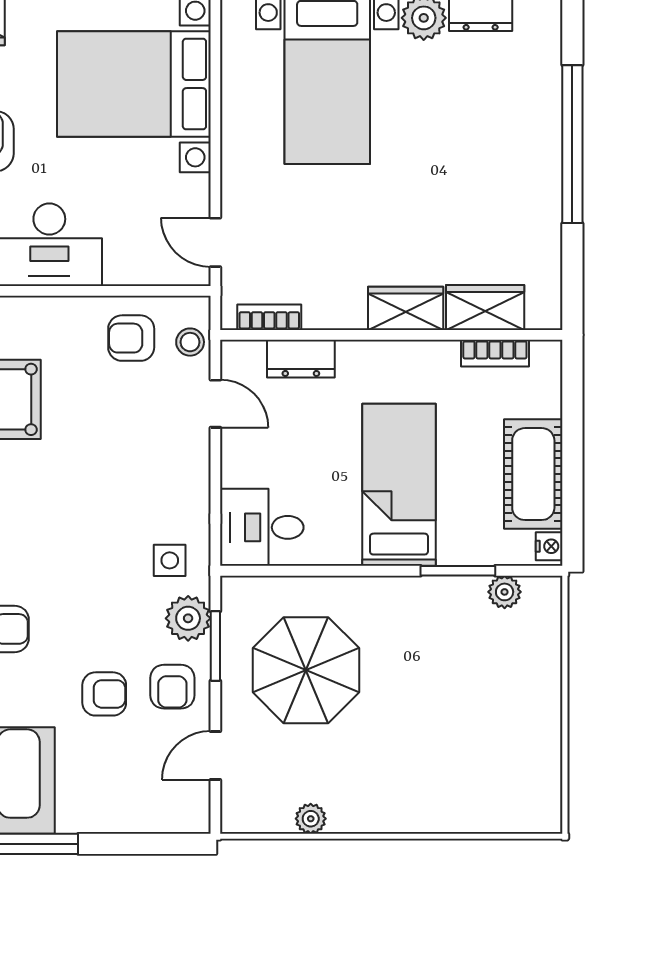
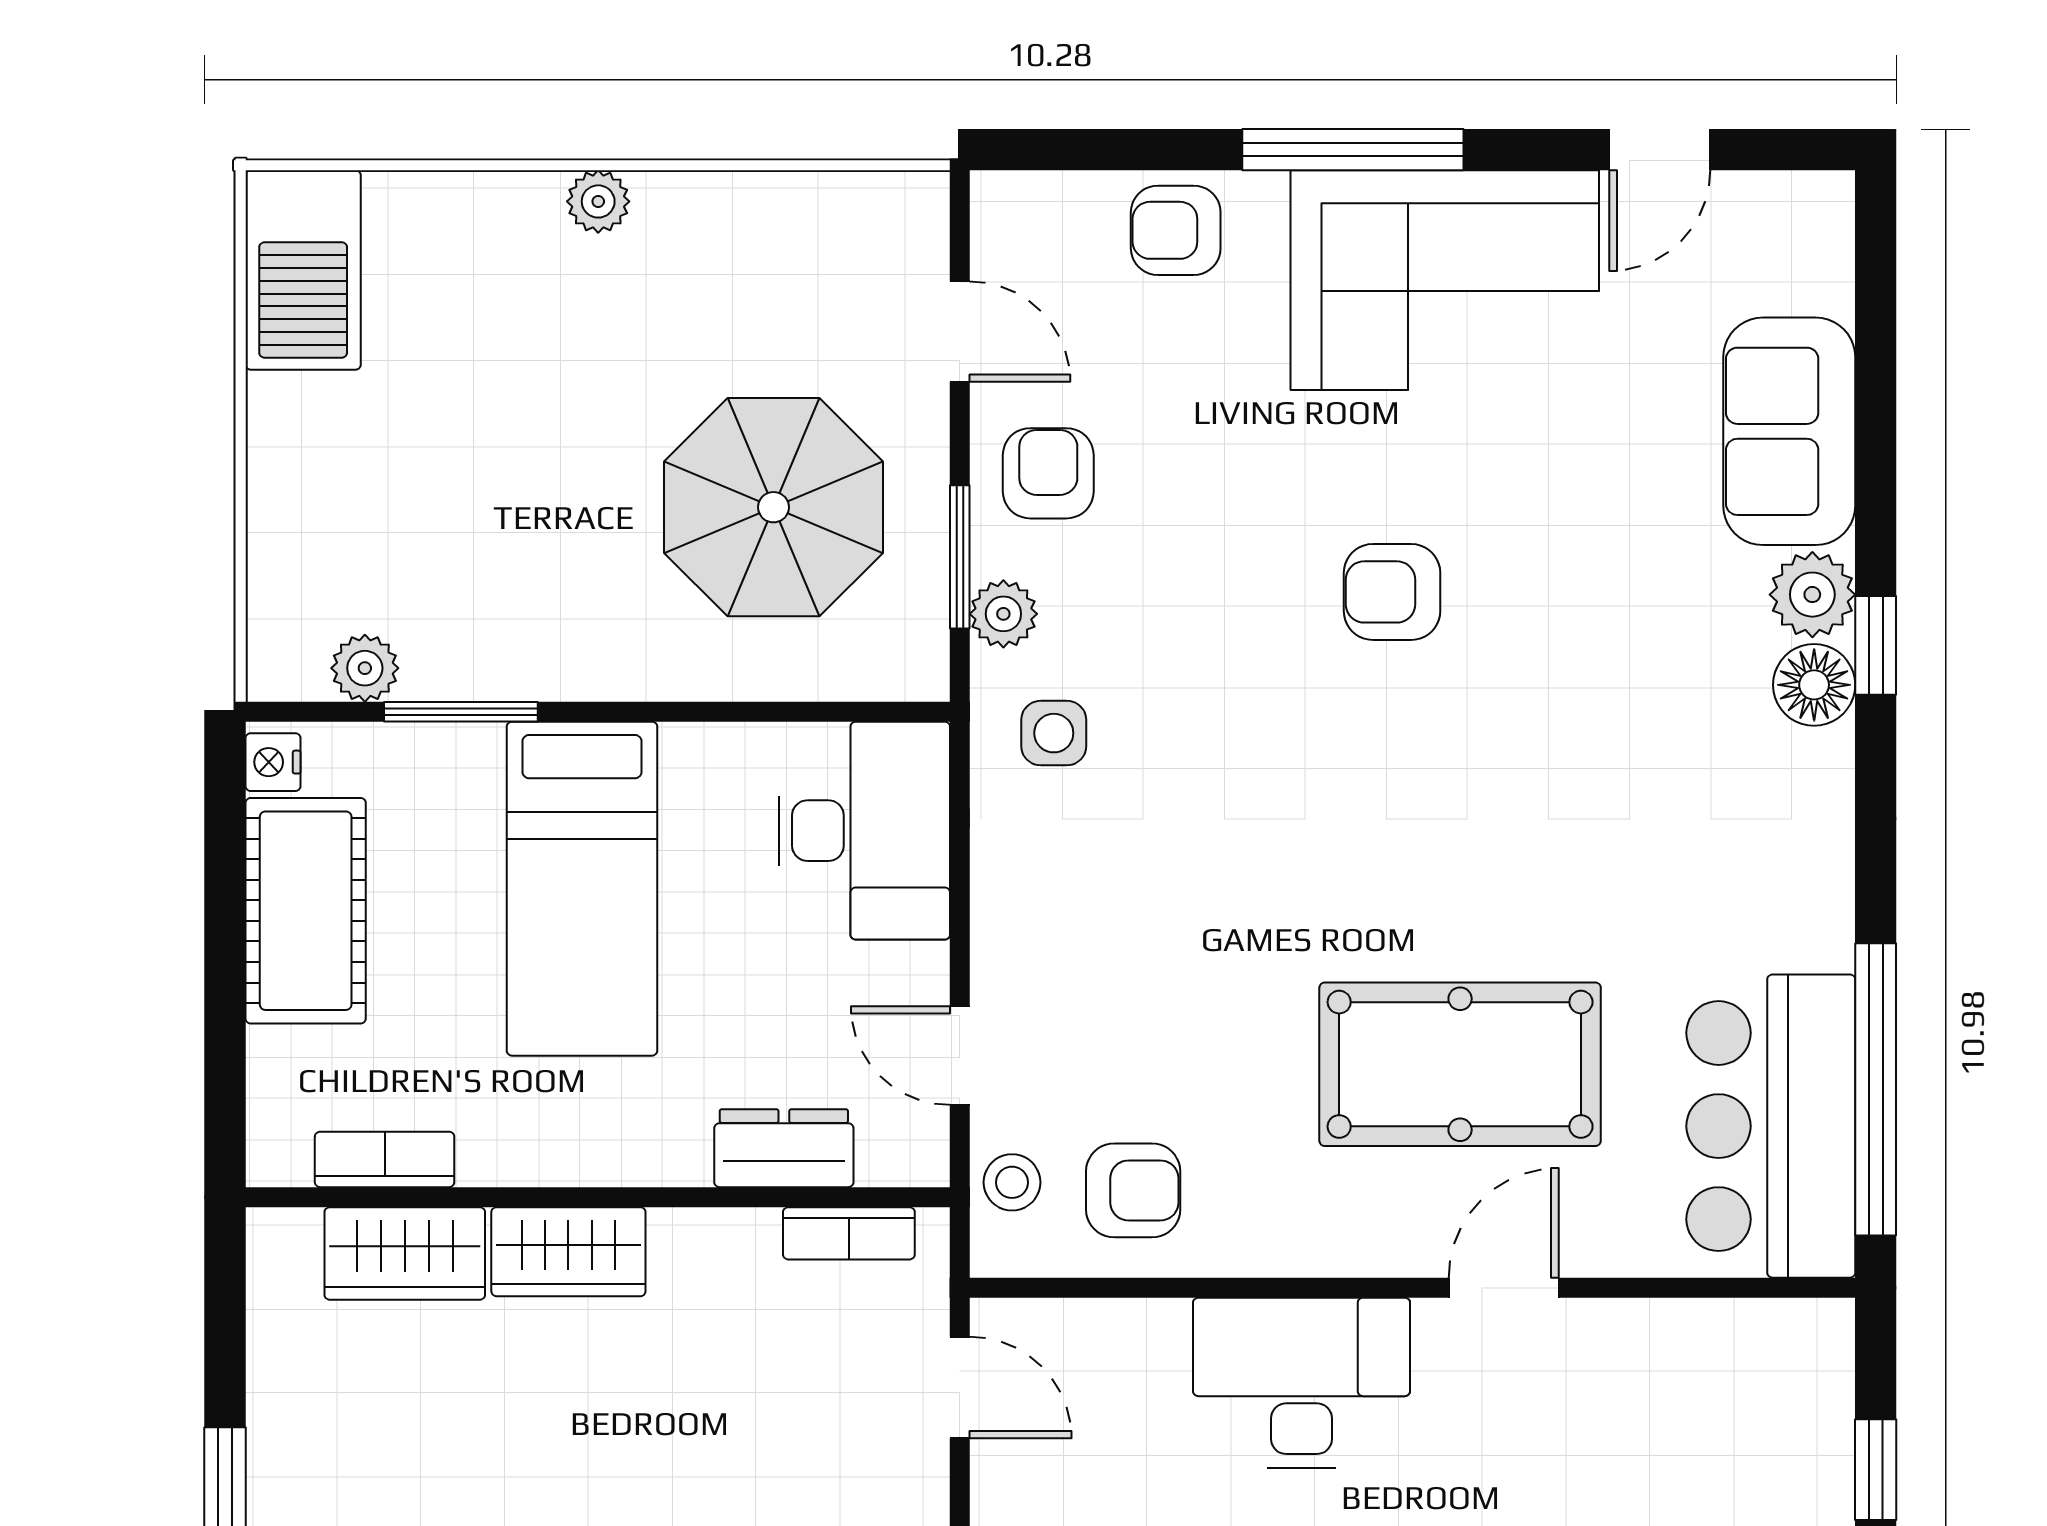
desk: (262, 527) -> (864, 831), width x1.37
plant: (188, 618) -> (1003, 614), width x0.73, depth x0.73
armchair: (104, 694) -> (1176, 230), moved
door: (215, 755) -> (960, 332), hinge flipped
barbecue: (535, 785) -> (303, 270), added
plant: (311, 819) -> (598, 201), moved

